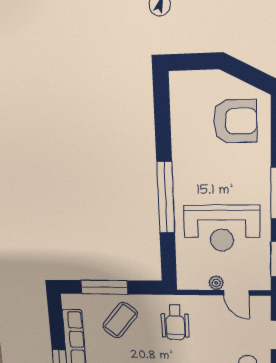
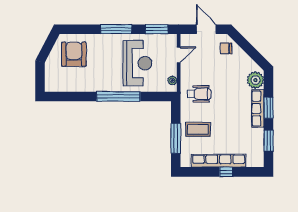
plant: (216, 283) -> (172, 80), moved
coffee table: (120, 320) -> (198, 129), turned -39

